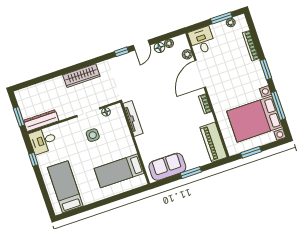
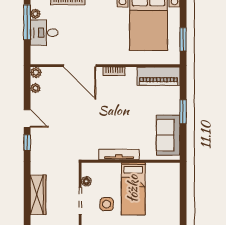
window: (221, 18) -> (27, 22), width x1.44
desk: (202, 40) -> (44, 33), moved
floor lamp: (159, 47) -> (36, 100), removed
plant: (187, 54) -> (36, 72), moved
tv unit: (133, 118) -> (119, 155), moved
bed: (119, 171) -> (133, 189), moved

